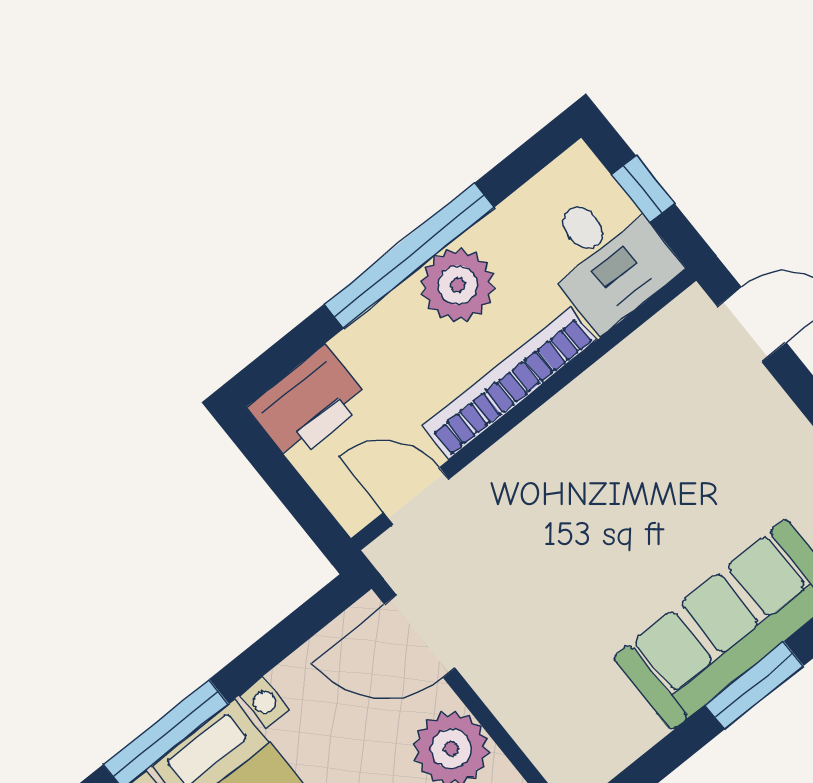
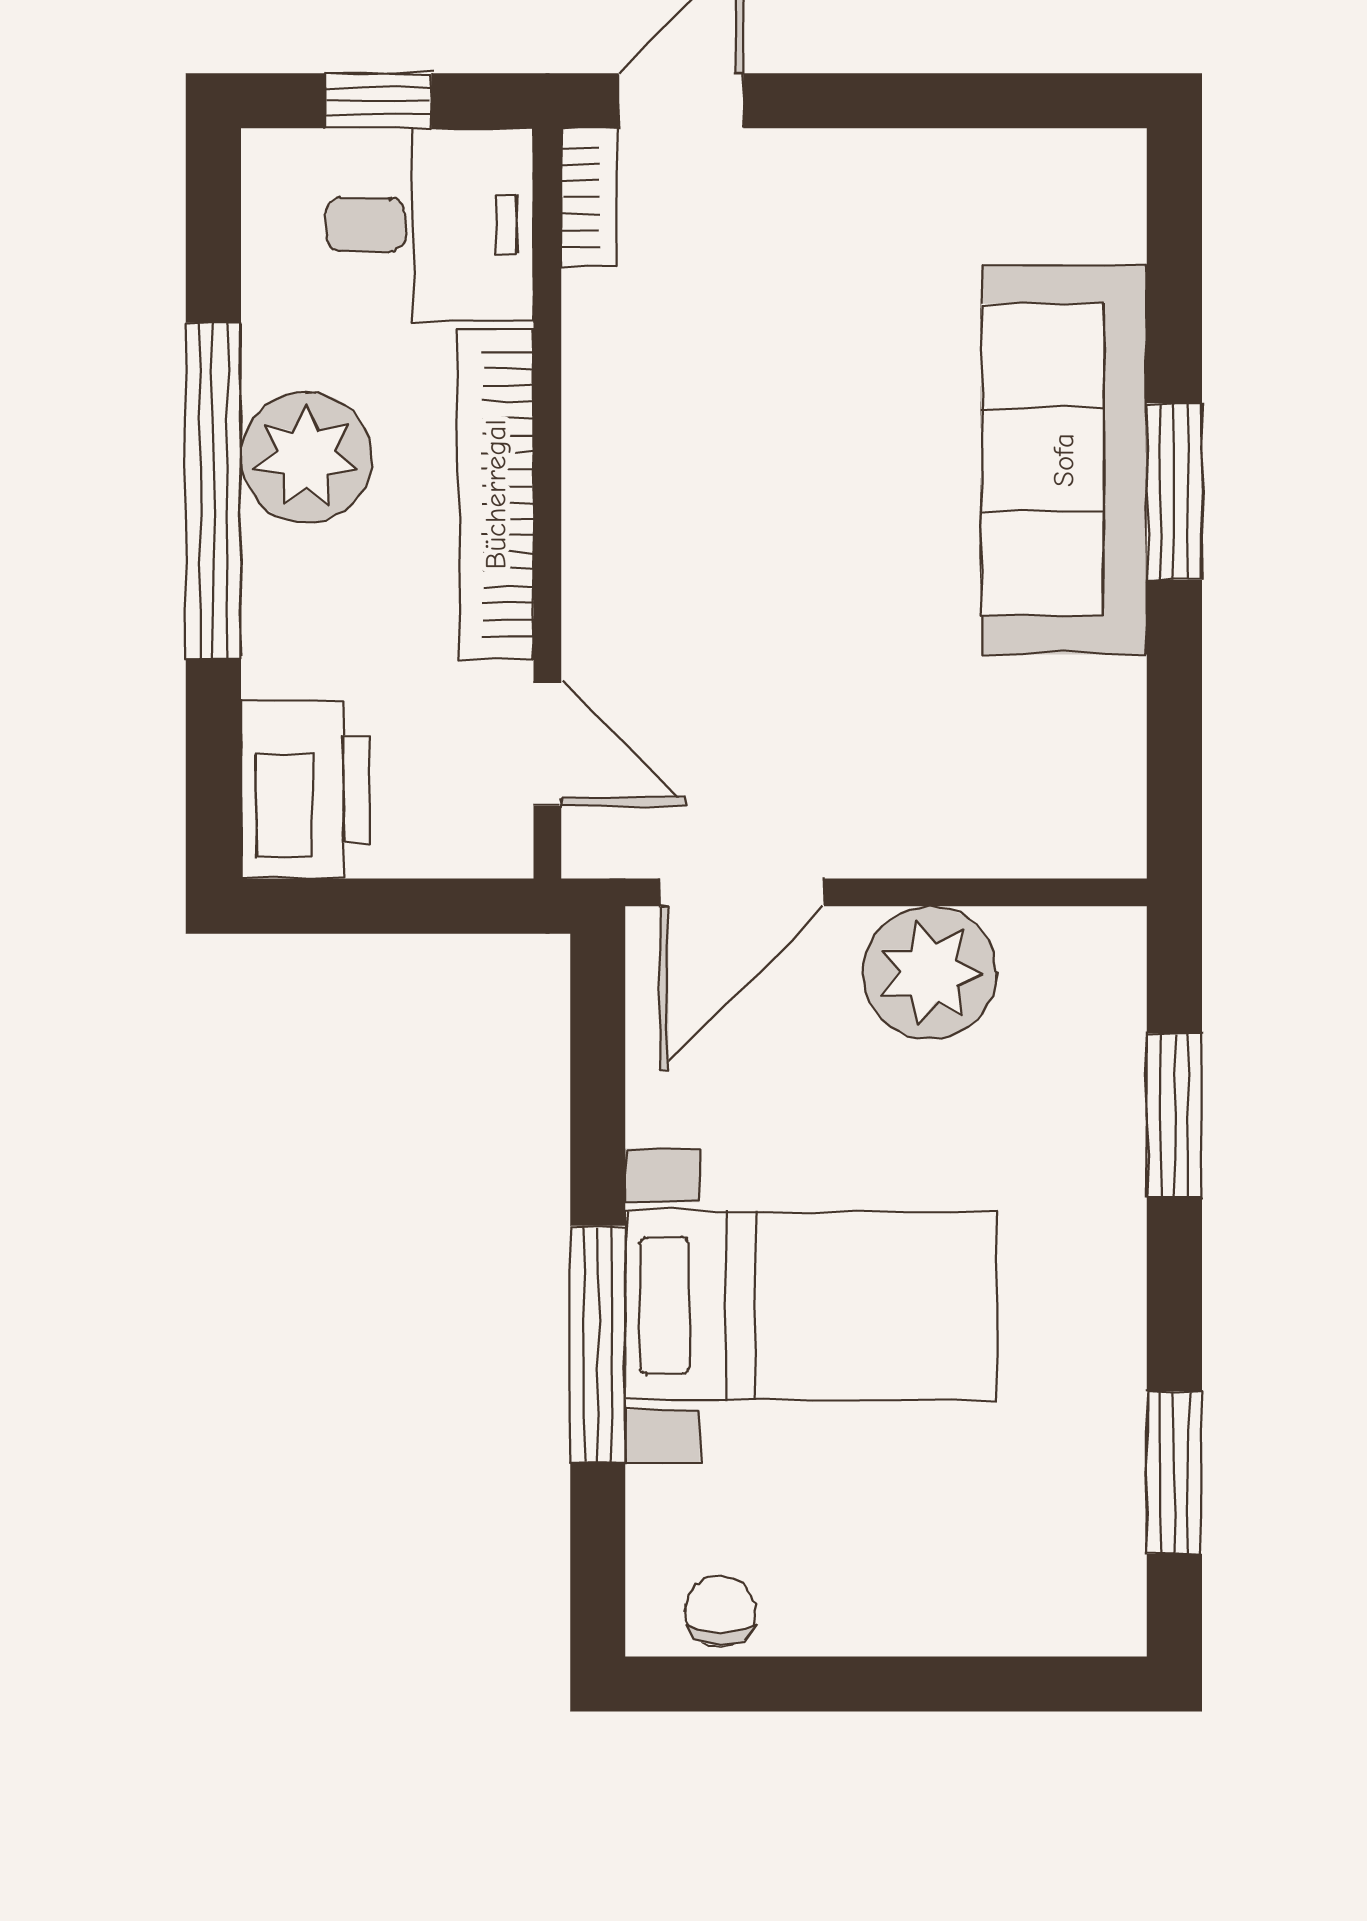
bookcase: (675, 318) -> (589, 198), added
door: (416, 496) -> (547, 744), swing flipped

